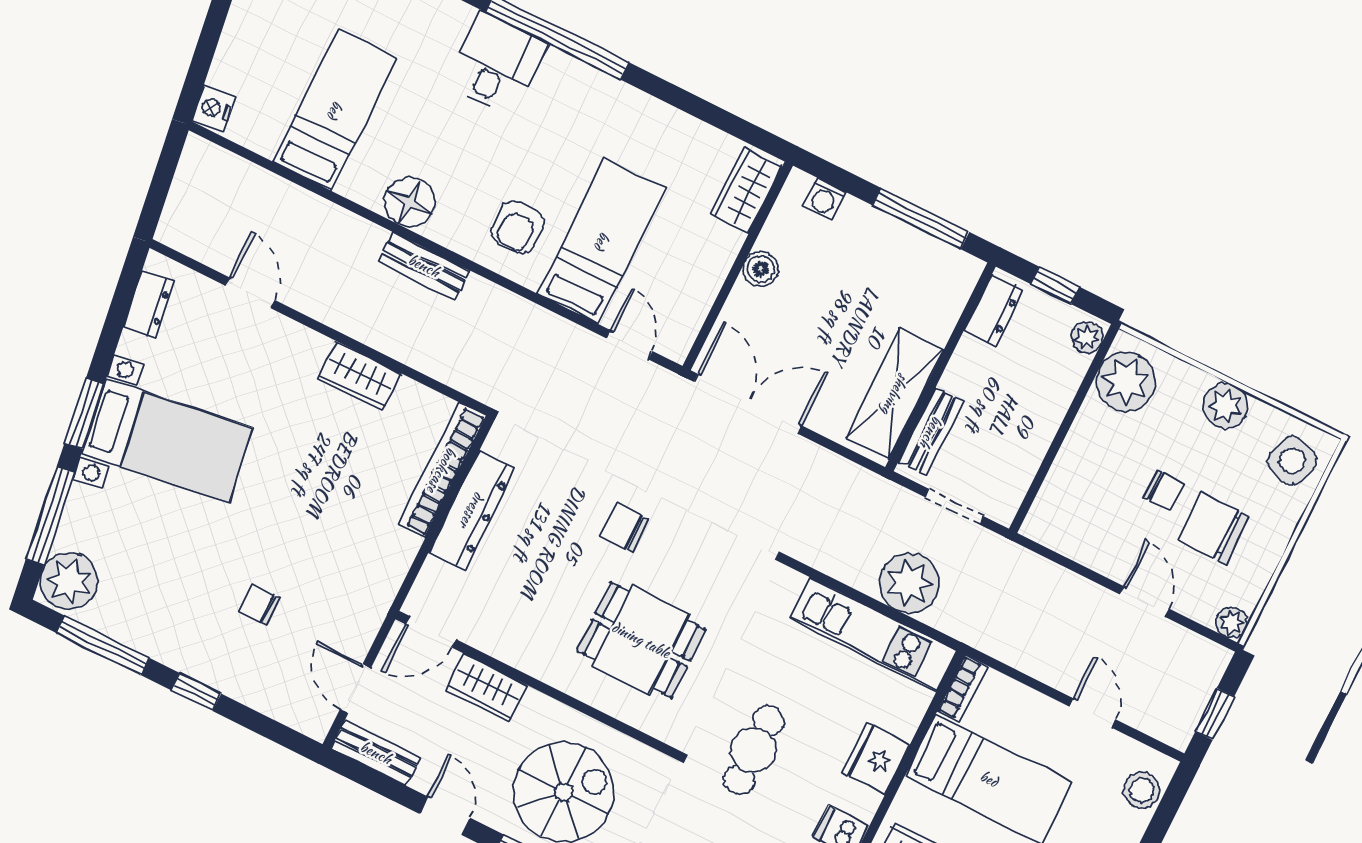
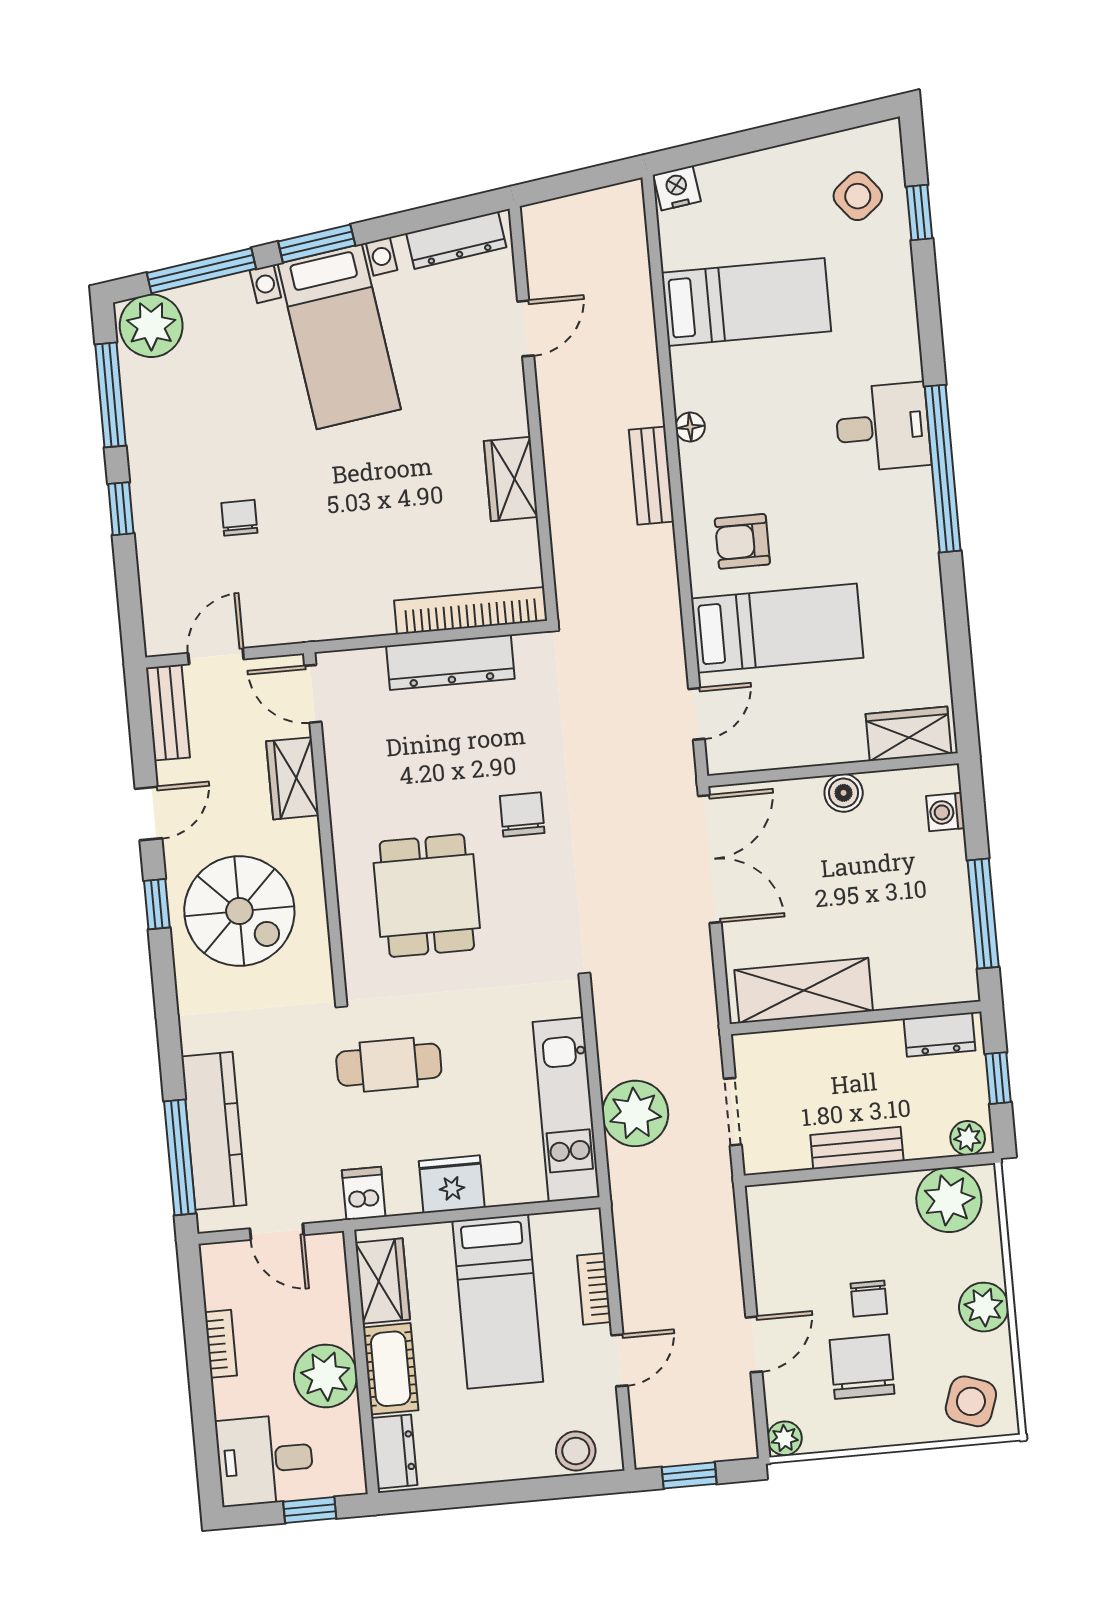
floor lamp: (410, 202) -> (690, 427), width x0.53, depth x0.53
dresser: (149, 304) -> (456, 240), width x1.44
bench: (931, 432) -> (857, 1148), moved
bookcase: (962, 689) -> (594, 1289), moved, turned 90

